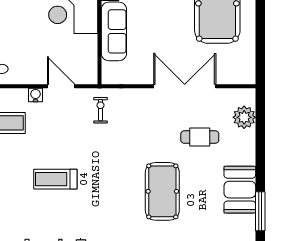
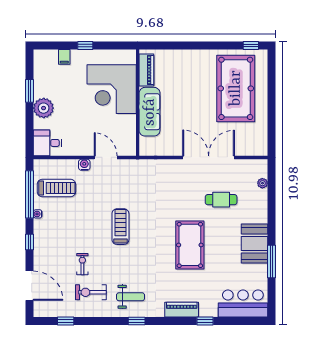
exercise bike: (101, 110) -> (82, 264), moved
plant: (244, 117) -> (262, 183), width x0.53, depth x0.53
treadmill: (55, 179) -> (120, 227), moved, turned 90

